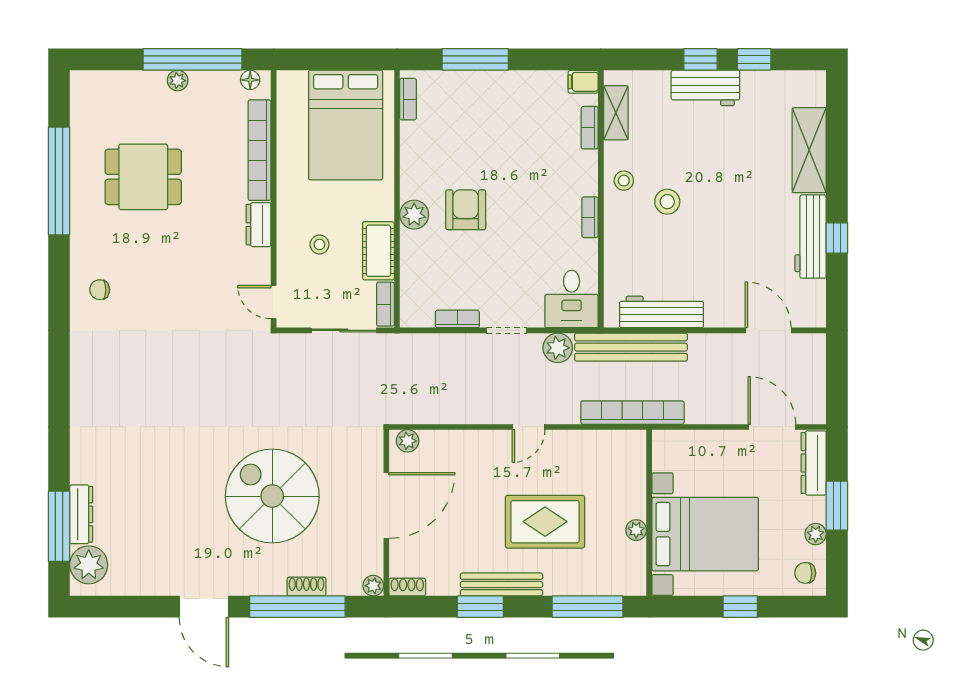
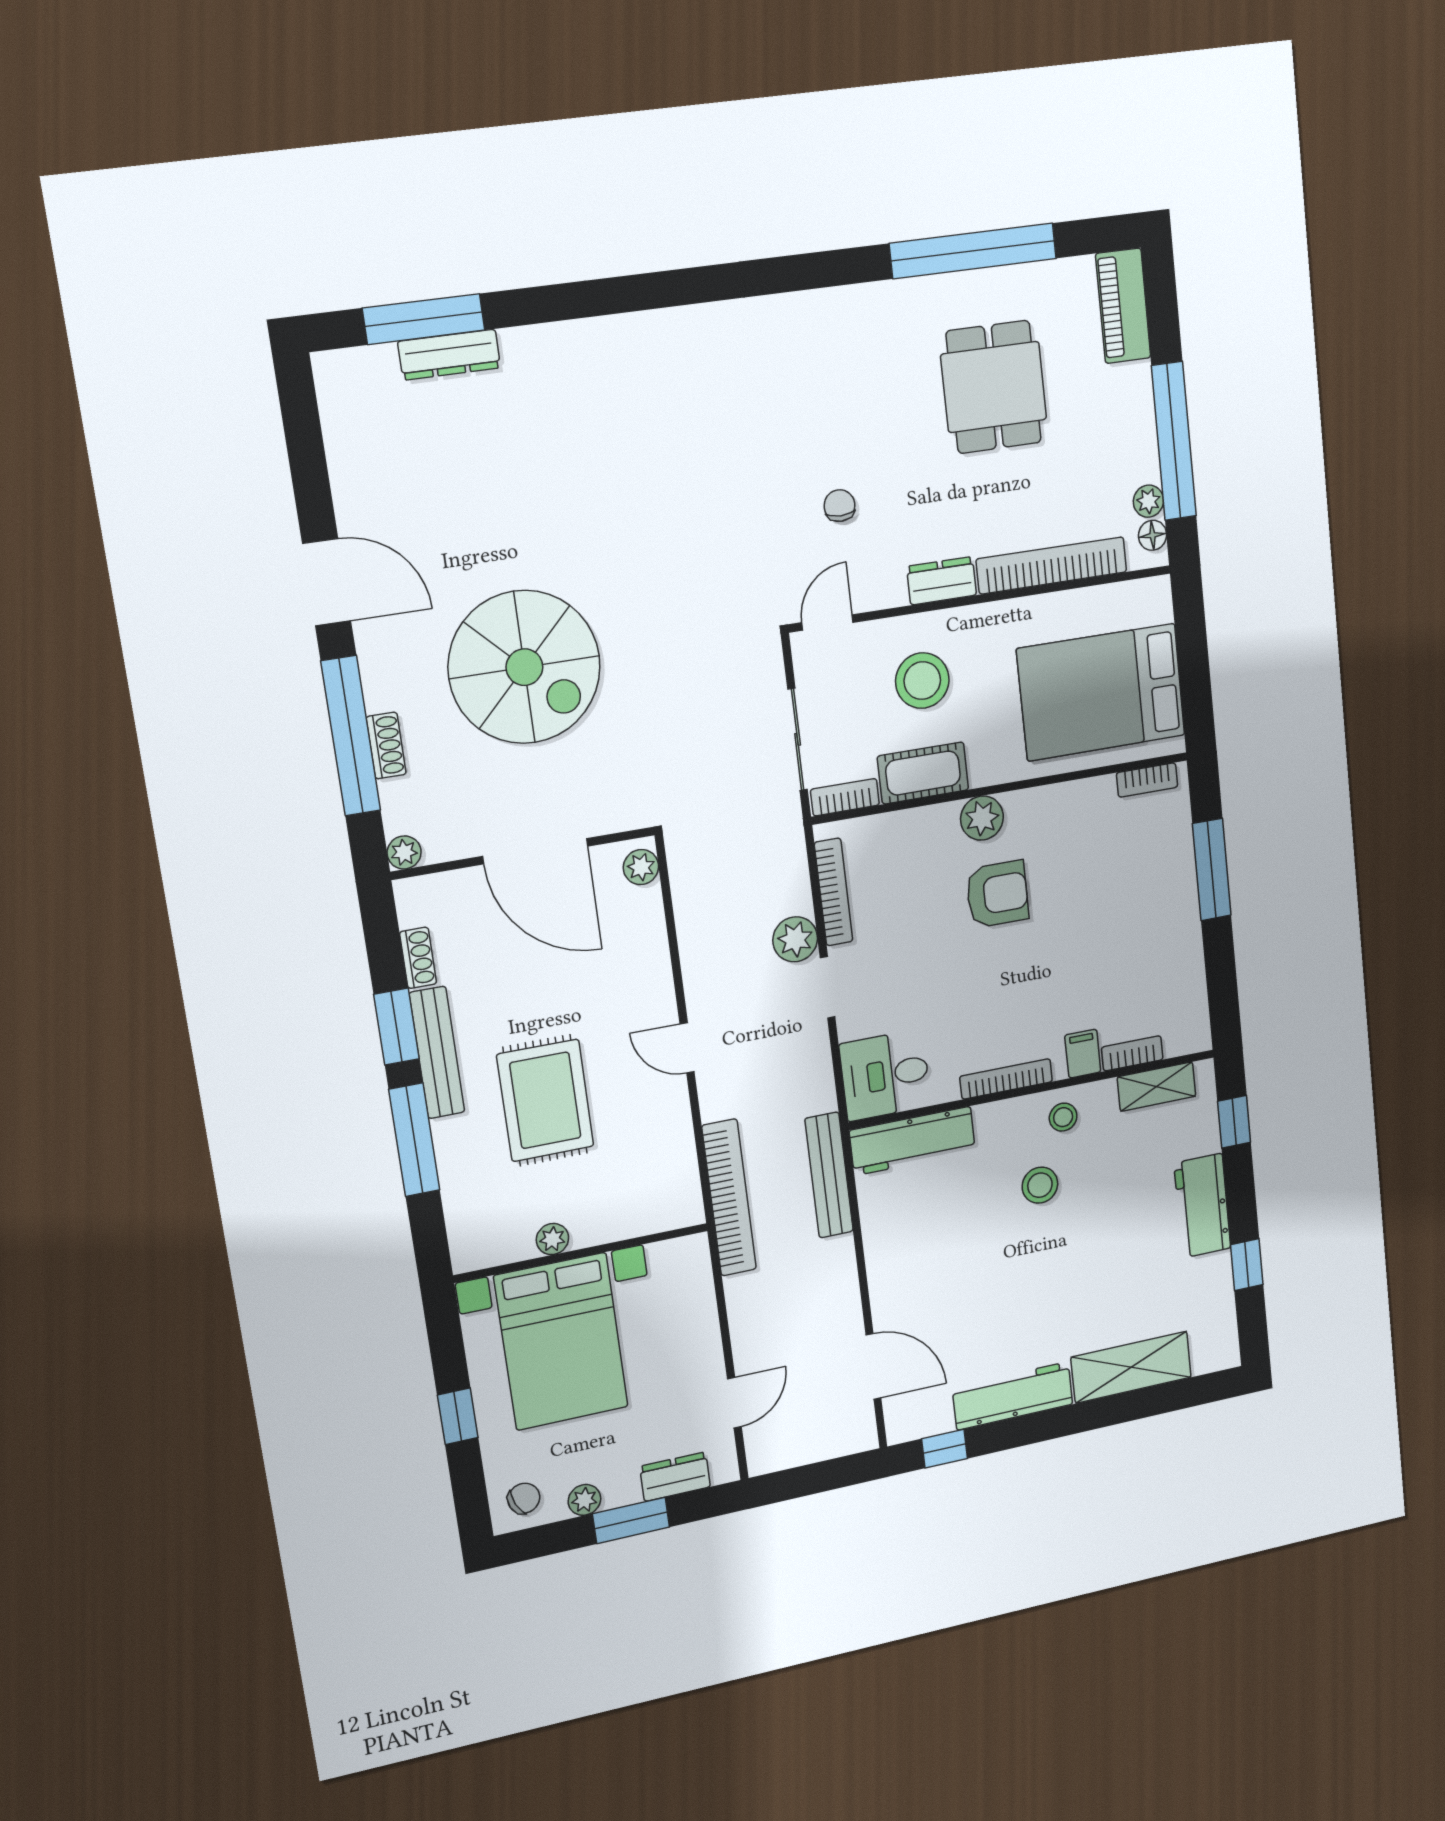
window: (700, 59) -> (1234, 1122), moved
plant: (178, 81) -> (1148, 501), moved
filing cabinet: (583, 82) -> (1083, 1054), moved
piano: (104, 86) -> (1123, 306), added
bookcase: (590, 217) -> (1006, 1079), width x1.56
window: (837, 238) -> (944, 1449), moved
stool: (319, 244) -> (922, 681), width x1.89, depth x1.89
chair: (100, 290) -> (839, 506), moved
workbench: (661, 312) -> (913, 1141), moved, turned 90
bookcase: (457, 319) -> (834, 892), width x1.56
door: (768, 330) -> (874, 1366), hinge flipped
bench: (631, 347) -> (829, 1175), width x0.73, depth x0.82
plant: (558, 348) -> (795, 939), moved
door: (772, 427) -> (734, 1403), width x0.73
dresser: (814, 463) -> (675, 1477), width x0.70
spiral stairs: (272, 496) -> (524, 667), turned 90
plant: (89, 565) -> (367, 378), removed
chair: (805, 573) -> (524, 1498), turned 67
shoe rack: (407, 587) -> (418, 958), moved
door: (204, 607) -> (327, 582), swing flipped
window: (588, 607) -> (414, 1140), moved

